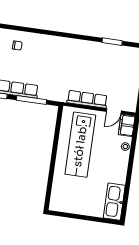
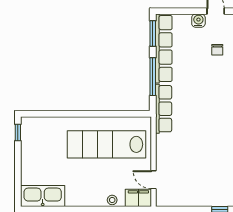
row of seats: (87, 99) -> (164, 109), moved
window: (61, 214) -> (18, 133), added

